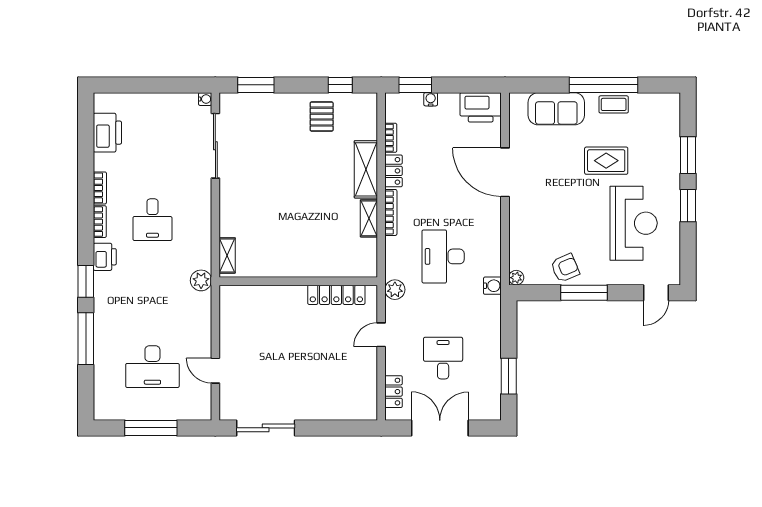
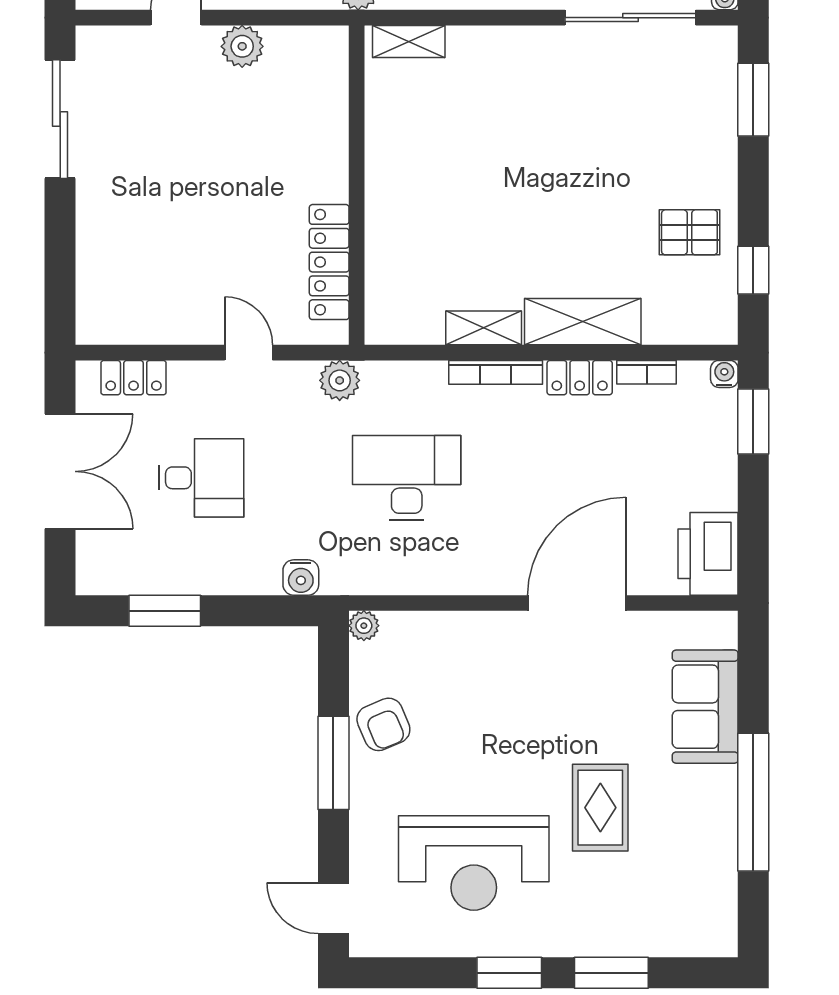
water cooler: (431, 99) -> (724, 374), moved, turned -90
coffee table: (614, 104) -> (714, 823), removed
water cooler: (492, 286) -> (301, 578), moved
plant: (230, 338) -> (242, 46), added

